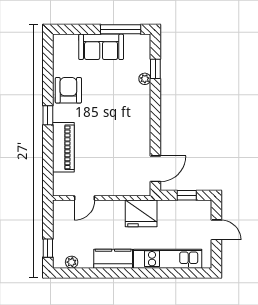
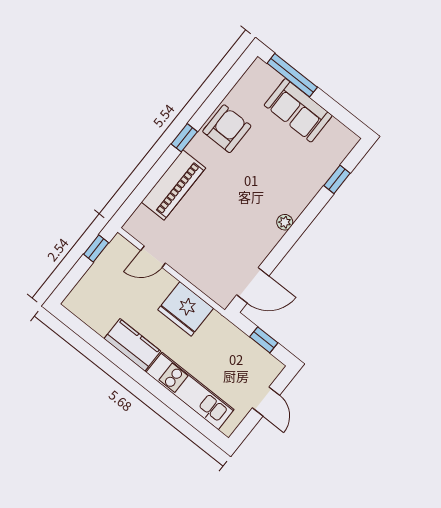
window: (121, 29) -> (292, 75), moved
plant: (145, 79) -> (285, 222), moved
fridge: (141, 213) -> (186, 309), moved
window: (48, 248) -> (96, 248), moved
plant: (72, 262) -> (85, 314), removed

